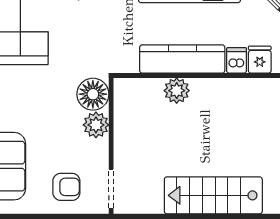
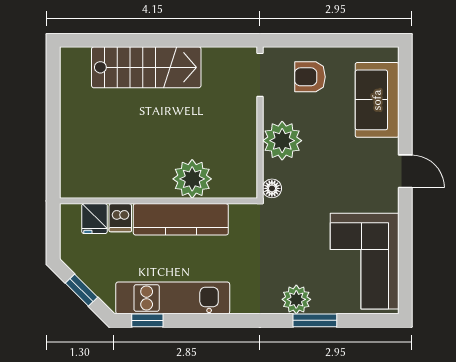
plant: (177, 91) -> (192, 179), width x1.36, depth x1.36
floor lamp: (93, 94) -> (272, 188), width x0.53, depth x0.53
plant: (96, 125) -> (282, 141), width x1.36, depth x1.36

